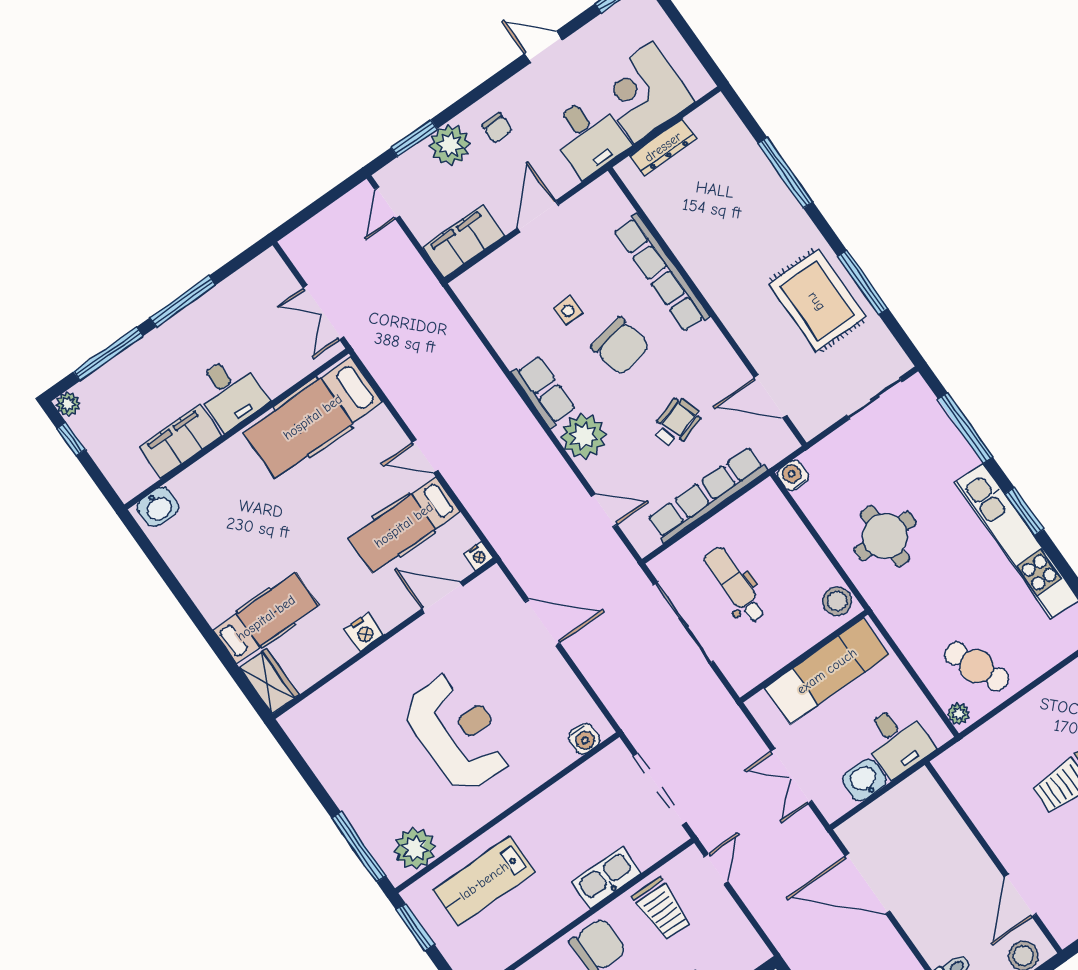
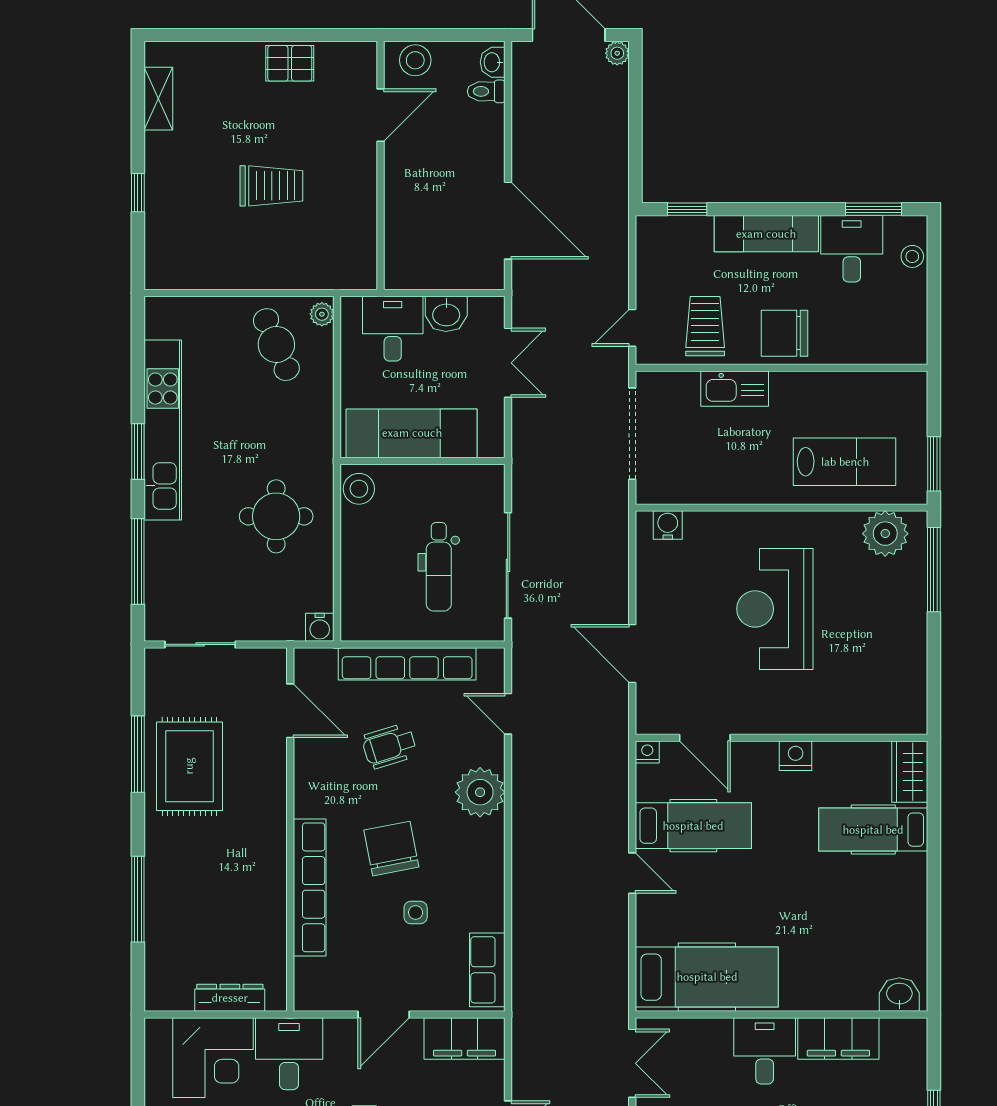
row of seats: (544, 391) -> (487, 970), moved

